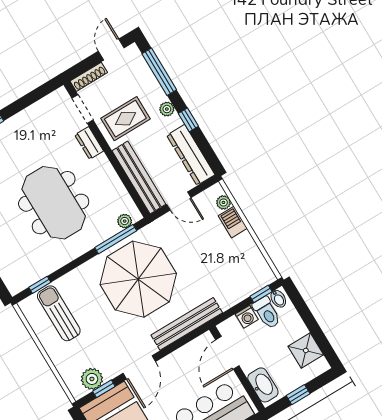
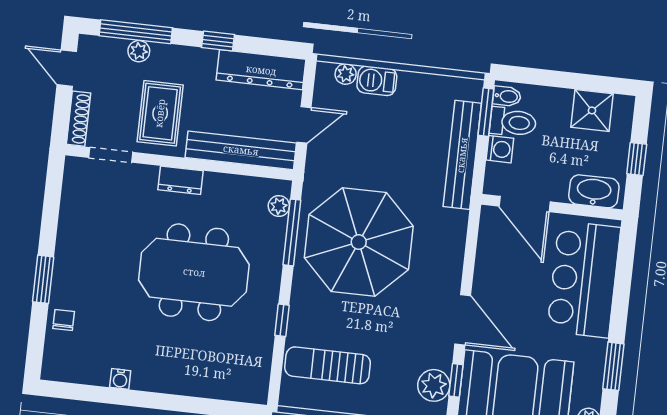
plant: (167, 109) -> (139, 51), moved
dresser: (89, 143) -> (180, 180), moved
window: (40, 285) -> (282, 320), moved
window: (261, 294) -> (486, 112), width x1.50
bench: (187, 324) -> (462, 155), moved

